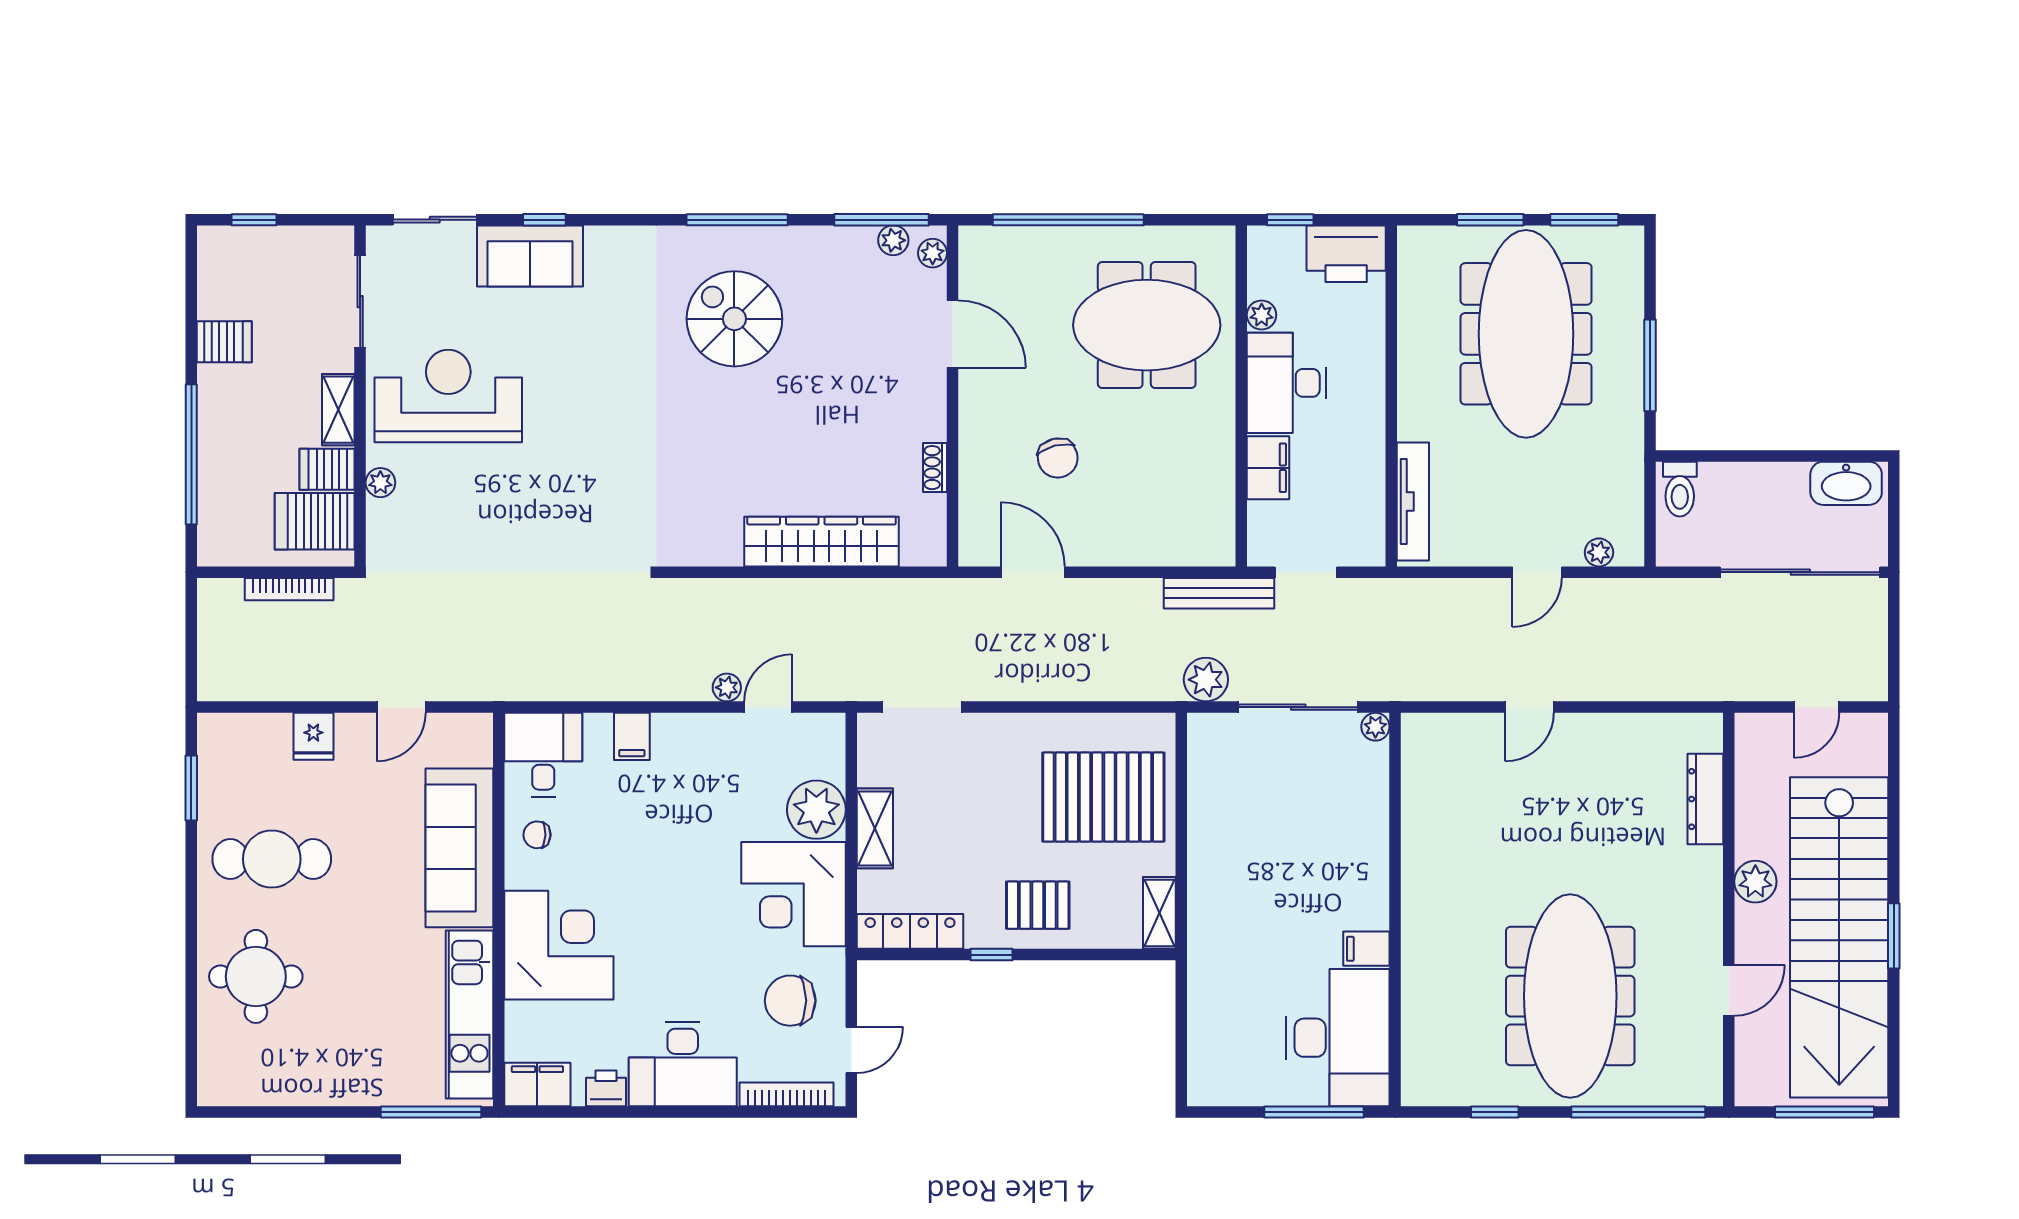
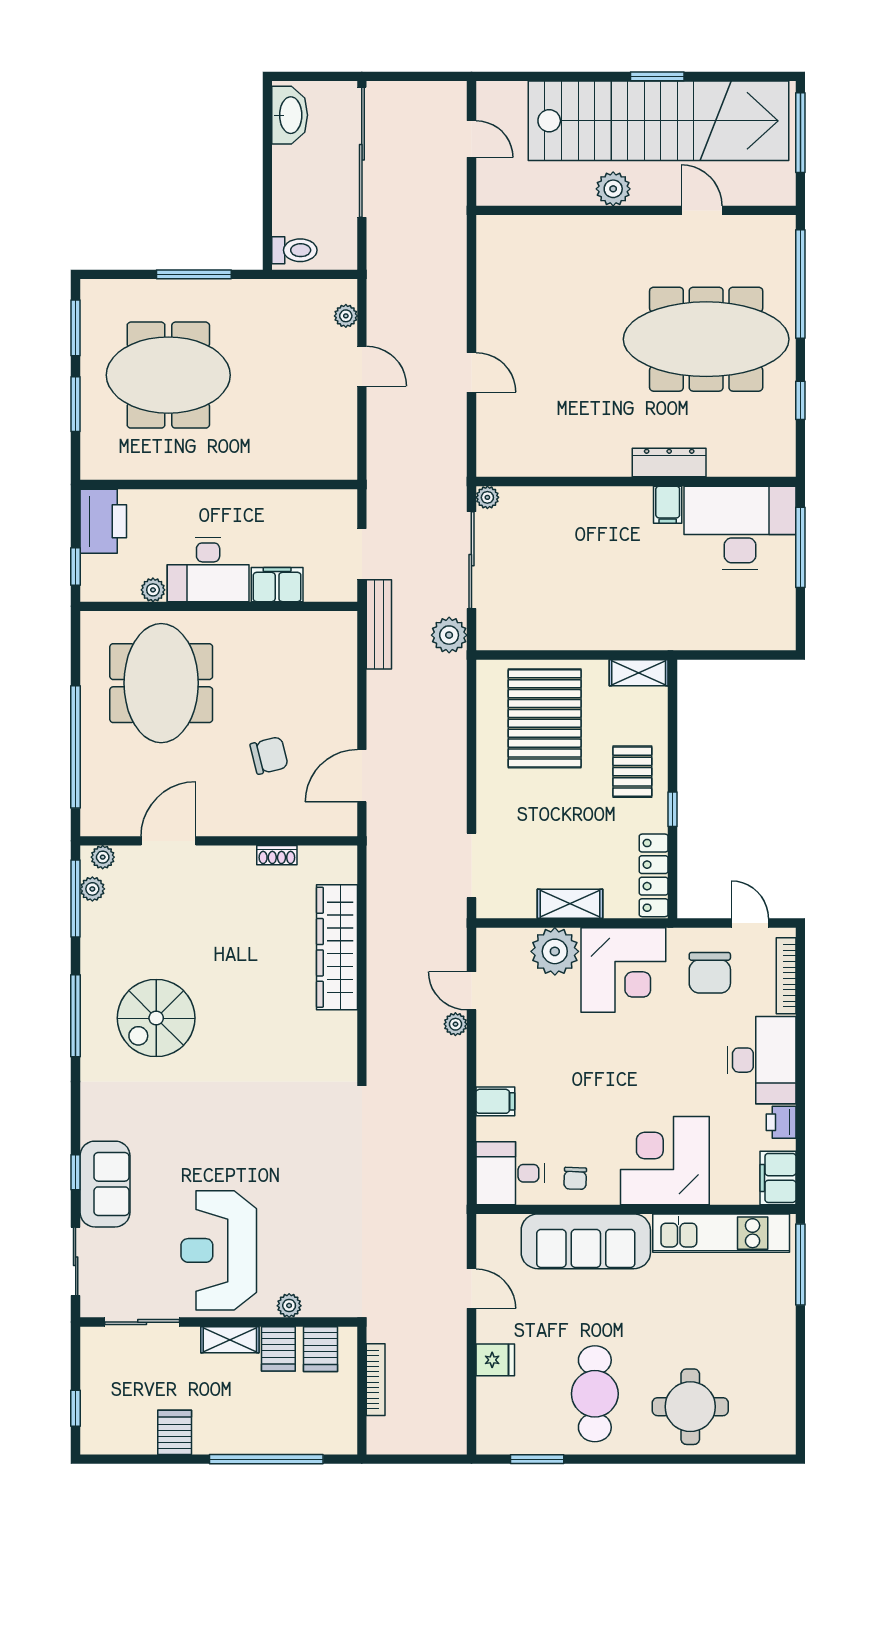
meeting table: (1526, 334) -> (168, 375), width x0.73
tv unit: (1413, 501) -> (304, 467), removed
server rack: (315, 521) -> (321, 1349), width x0.73, depth x0.70
dresser: (1705, 799) -> (669, 463), moved, turned 180

